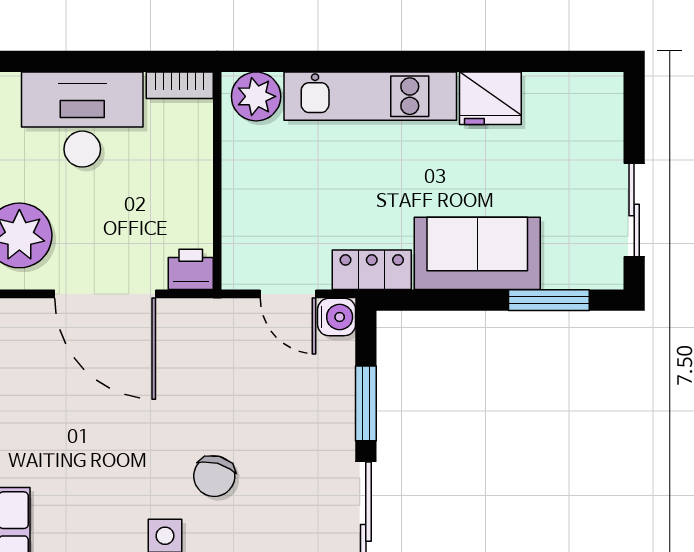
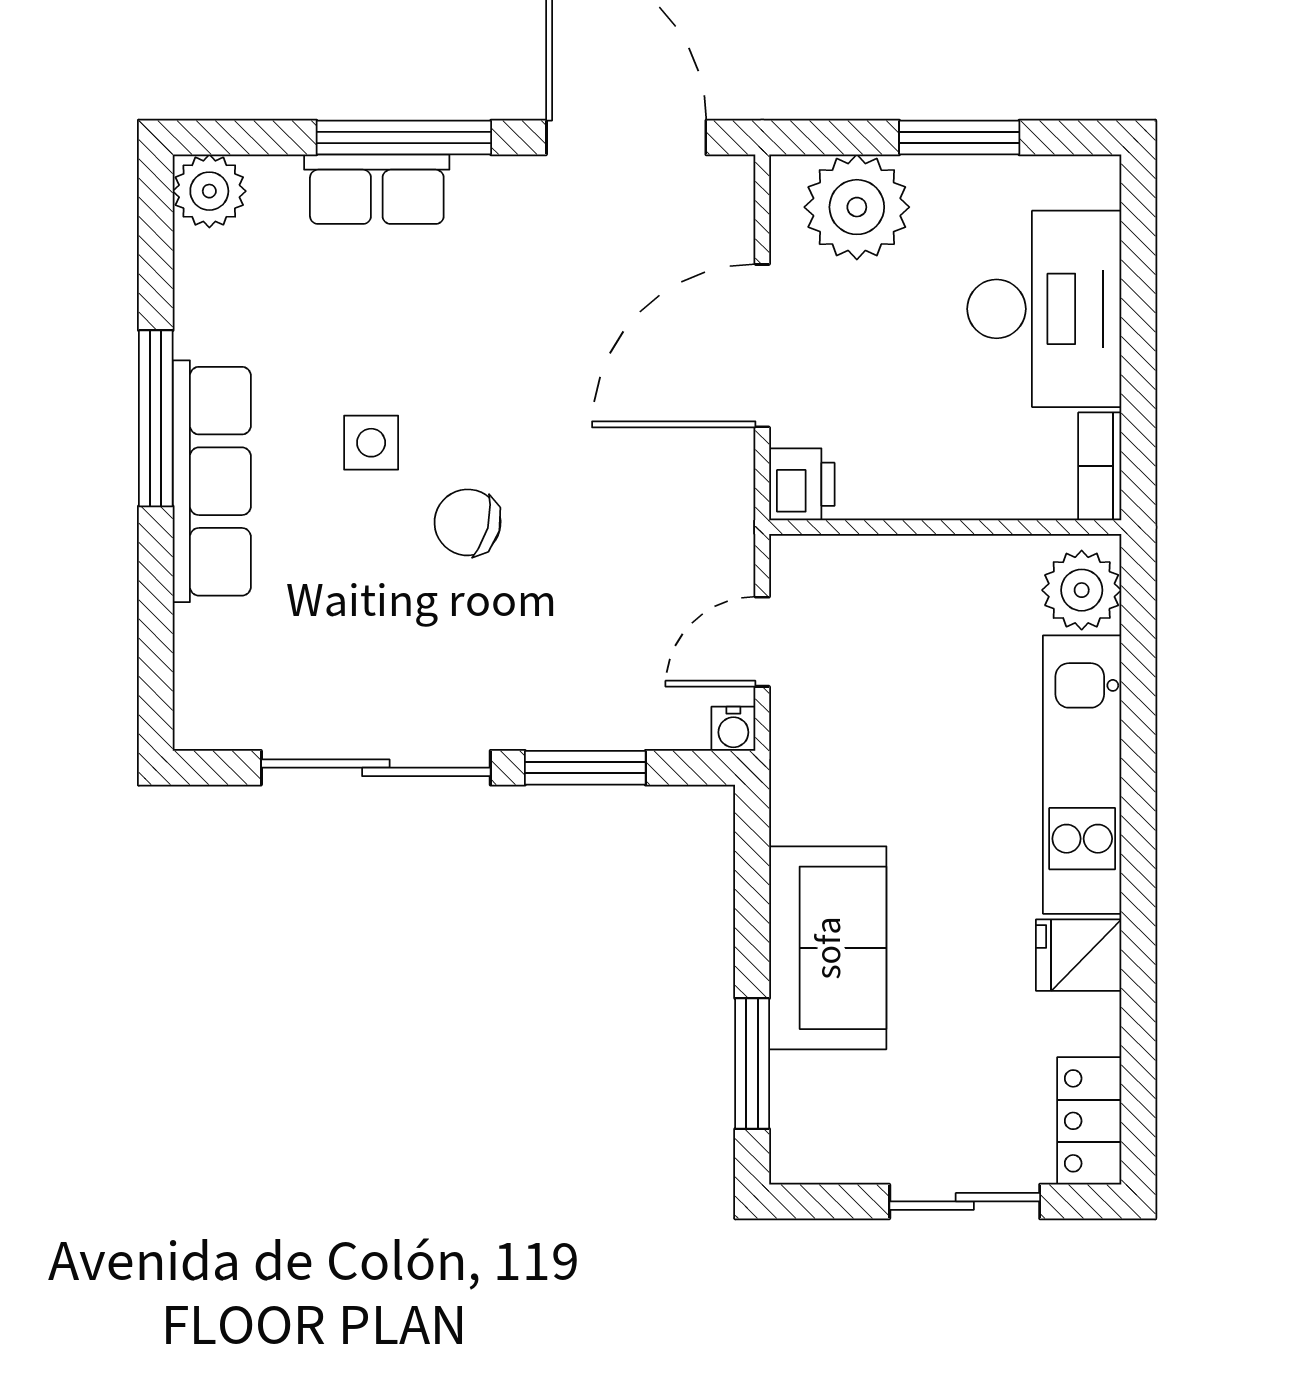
fridge: (490, 98) -> (1079, 955), width x0.72
sliding door: (634, 210) -> (965, 1201), moved
locker: (372, 270) -> (1089, 1121), moved, turned 180
water cooler: (337, 317) -> (733, 729), width x0.72, depth x0.72

